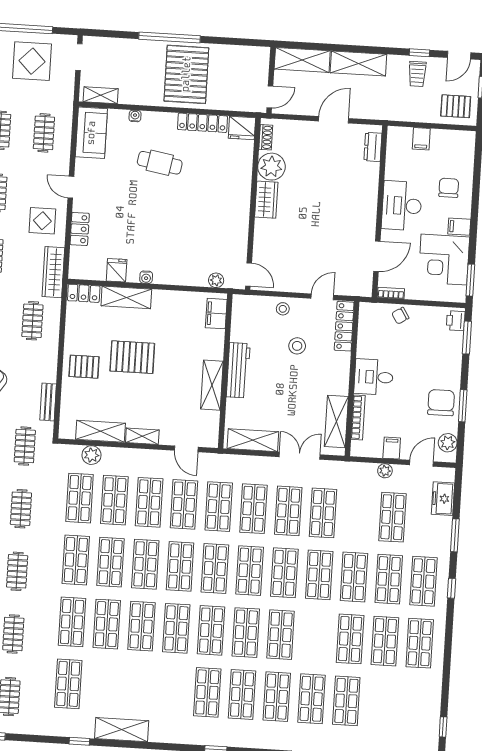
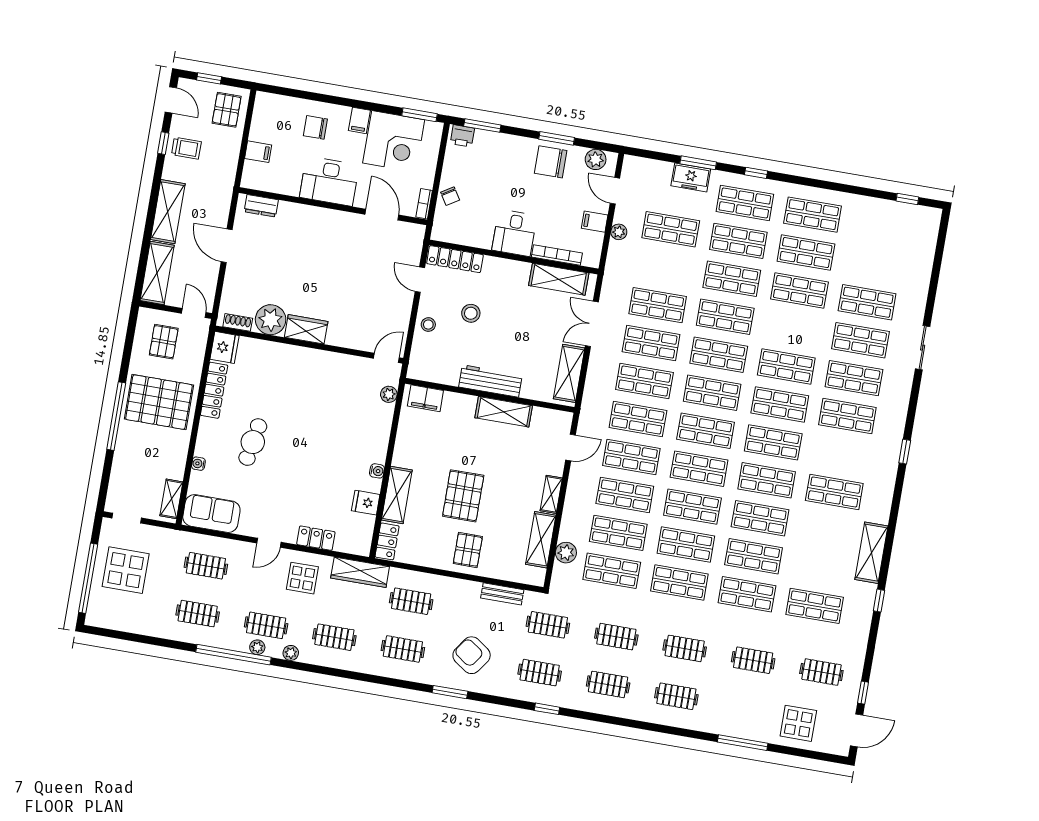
pallet: (241, 73) -> (164, 342), added
freezer: (443, 499) -> (691, 177), moved
shop shelf: (207, 692) -> (834, 492), moved

